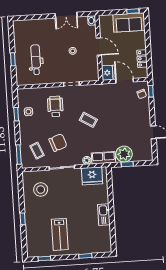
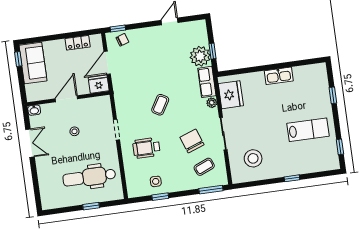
dental chair: (36, 60) -> (89, 177), width x1.36, depth x1.38

